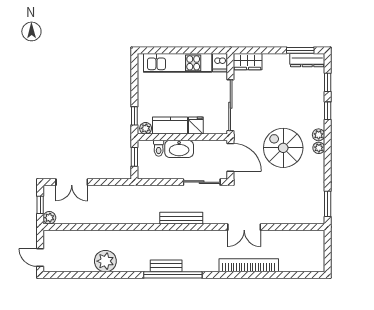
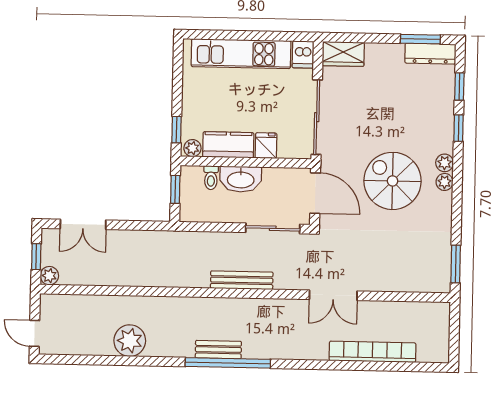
bookcase: (249, 265) -> (372, 352), moved

